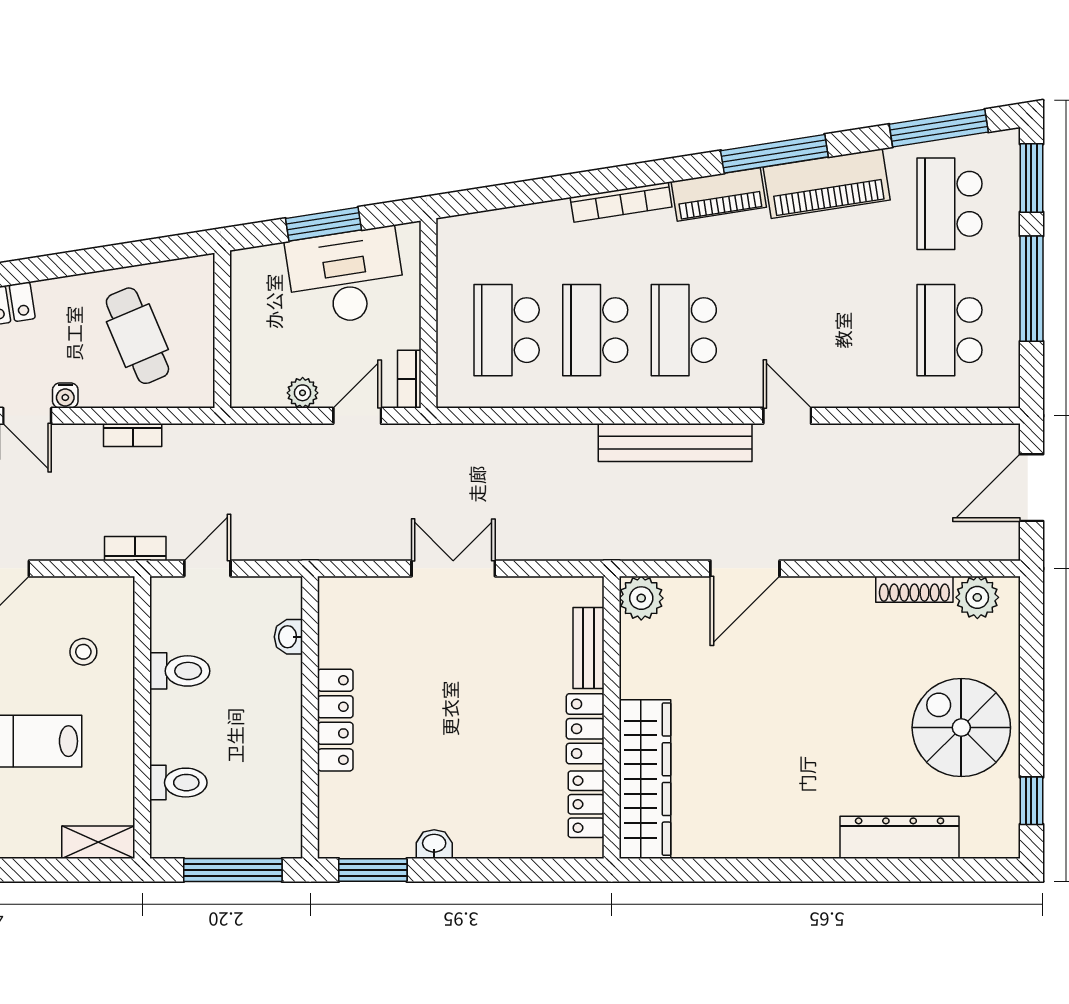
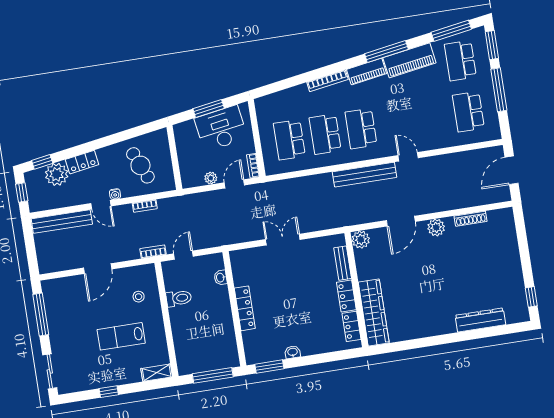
plant: (977, 597) -> (436, 227), moved
spiral stairs: (961, 728) -> (498, 272), removed
toilet: (178, 783) -> (185, 343), removed

